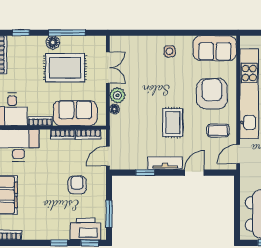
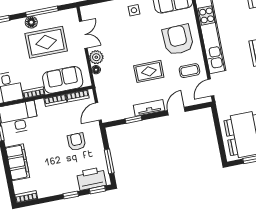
rug: (173, 123) -> (149, 71), turned 90

